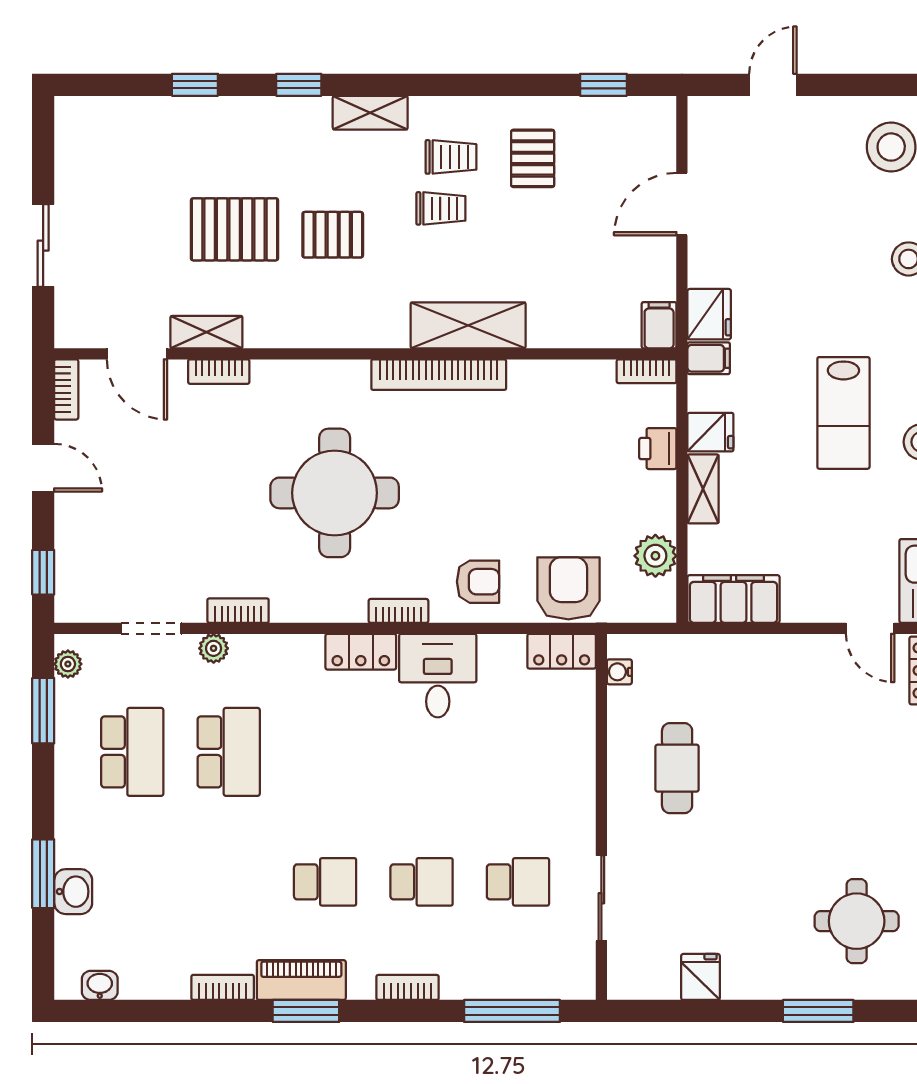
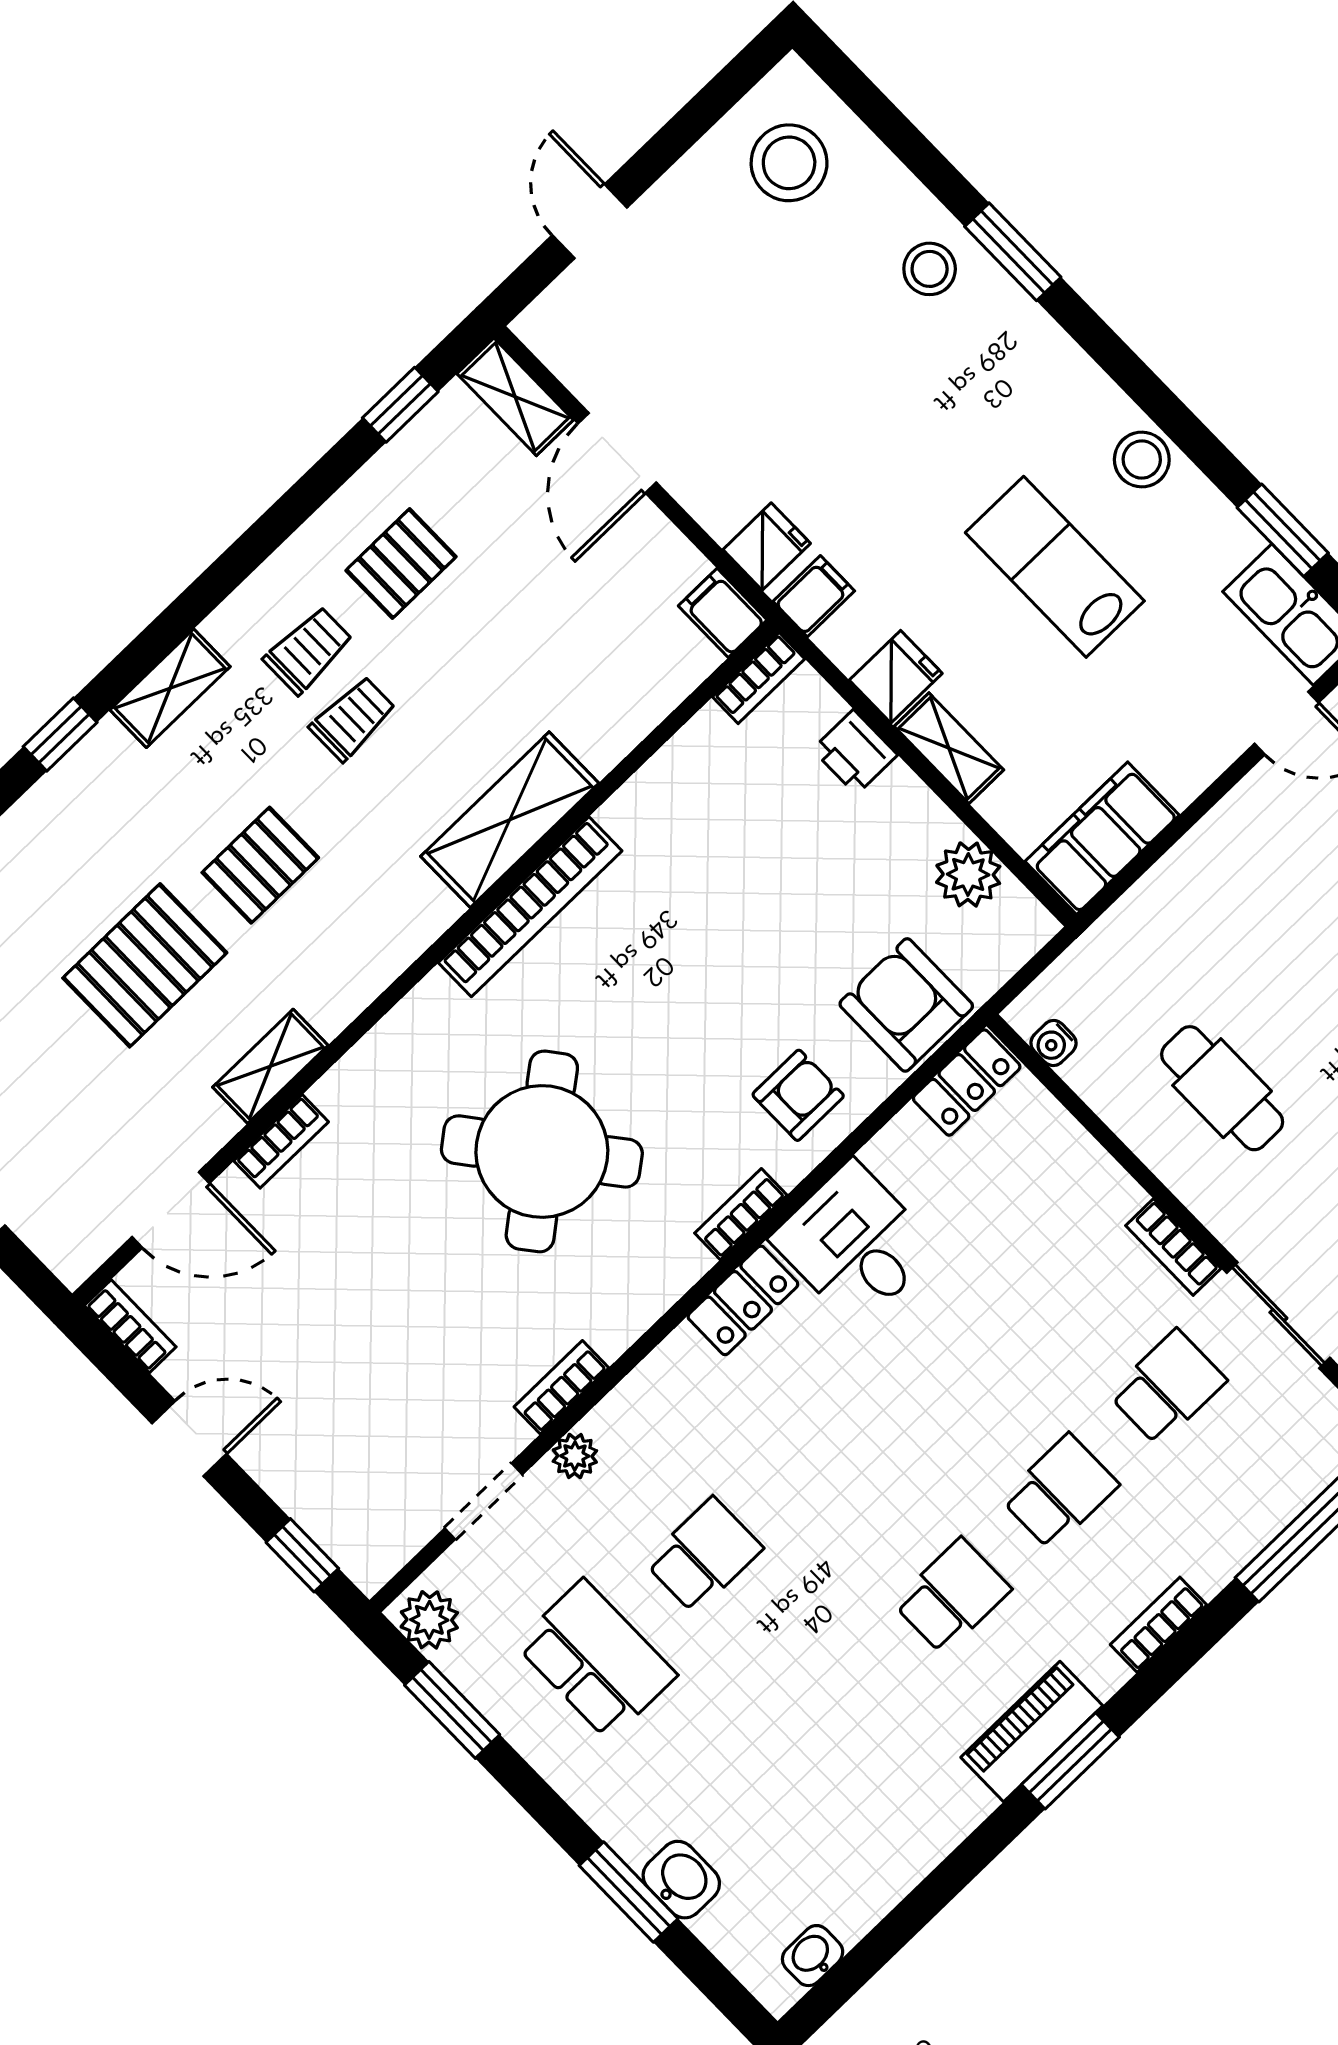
shelving: (660, 133) -> (515, 397), added
pallet: (533, 158) -> (401, 564), turned 90
fridge: (709, 314) -> (767, 546), width x0.72
shelving: (206, 332) -> (270, 1066), moved
lab bench: (843, 413) -> (1055, 567), moved, turned 180
round table: (335, 493) -> (542, 1151), turned -38
plant: (68, 664) -> (429, 1620), width x1.38, depth x1.38
school desk: (229, 752) -> (704, 1555), width x0.54
bookcase: (223, 987) -> (1173, 1247), moved, turned -90

